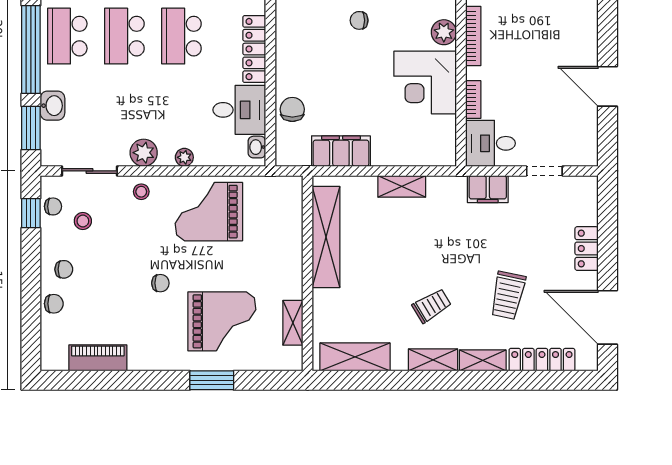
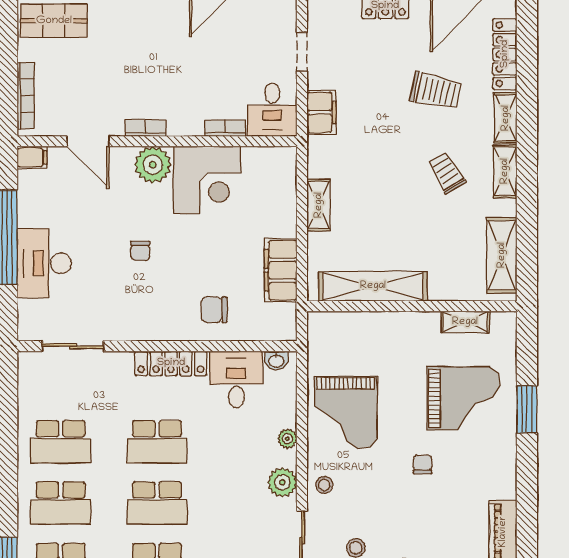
plant: (444, 32) -> (153, 165), width x1.36, depth x1.36
bookcase: (473, 36) -> (145, 128), width x0.64
chair: (292, 109) -> (214, 310), moved
grand piano: (222, 321) -> (464, 398), turned 90

